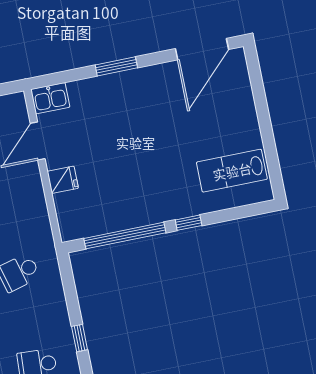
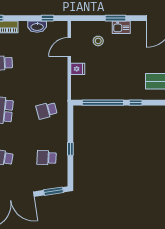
kitchen sink: (50, 98) -> (121, 27), moved
stool: (92, 118) -> (98, 41), added

